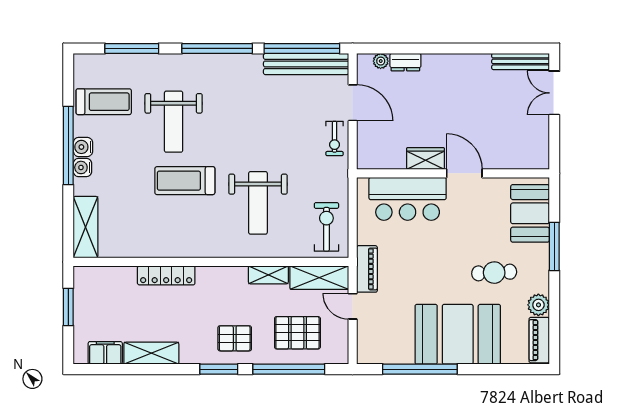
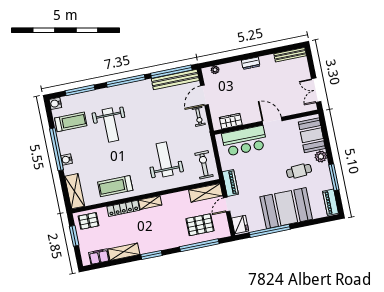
dresser: (405, 62) -> (251, 63), moved
double door: (554, 93) -> (316, 90), moved
door: (353, 103) -> (204, 95), swing flipped
water cooler: (83, 147) -> (55, 103), moved
wardrobe: (425, 159) -> (231, 121), moved
treadmill: (185, 181) -> (115, 186), moved
weight bench: (258, 203) -> (165, 159), turned 180
window: (554, 246) -> (334, 177), moved
shelving: (268, 275) -> (150, 203), moved
plant: (538, 305) -> (321, 156), moved
door: (353, 306) -> (227, 205), hinge flipped
pallet: (235, 338) -> (89, 221), moved
fridge: (369, 347) -> (240, 225), added
window: (219, 369) -> (151, 255), moved

